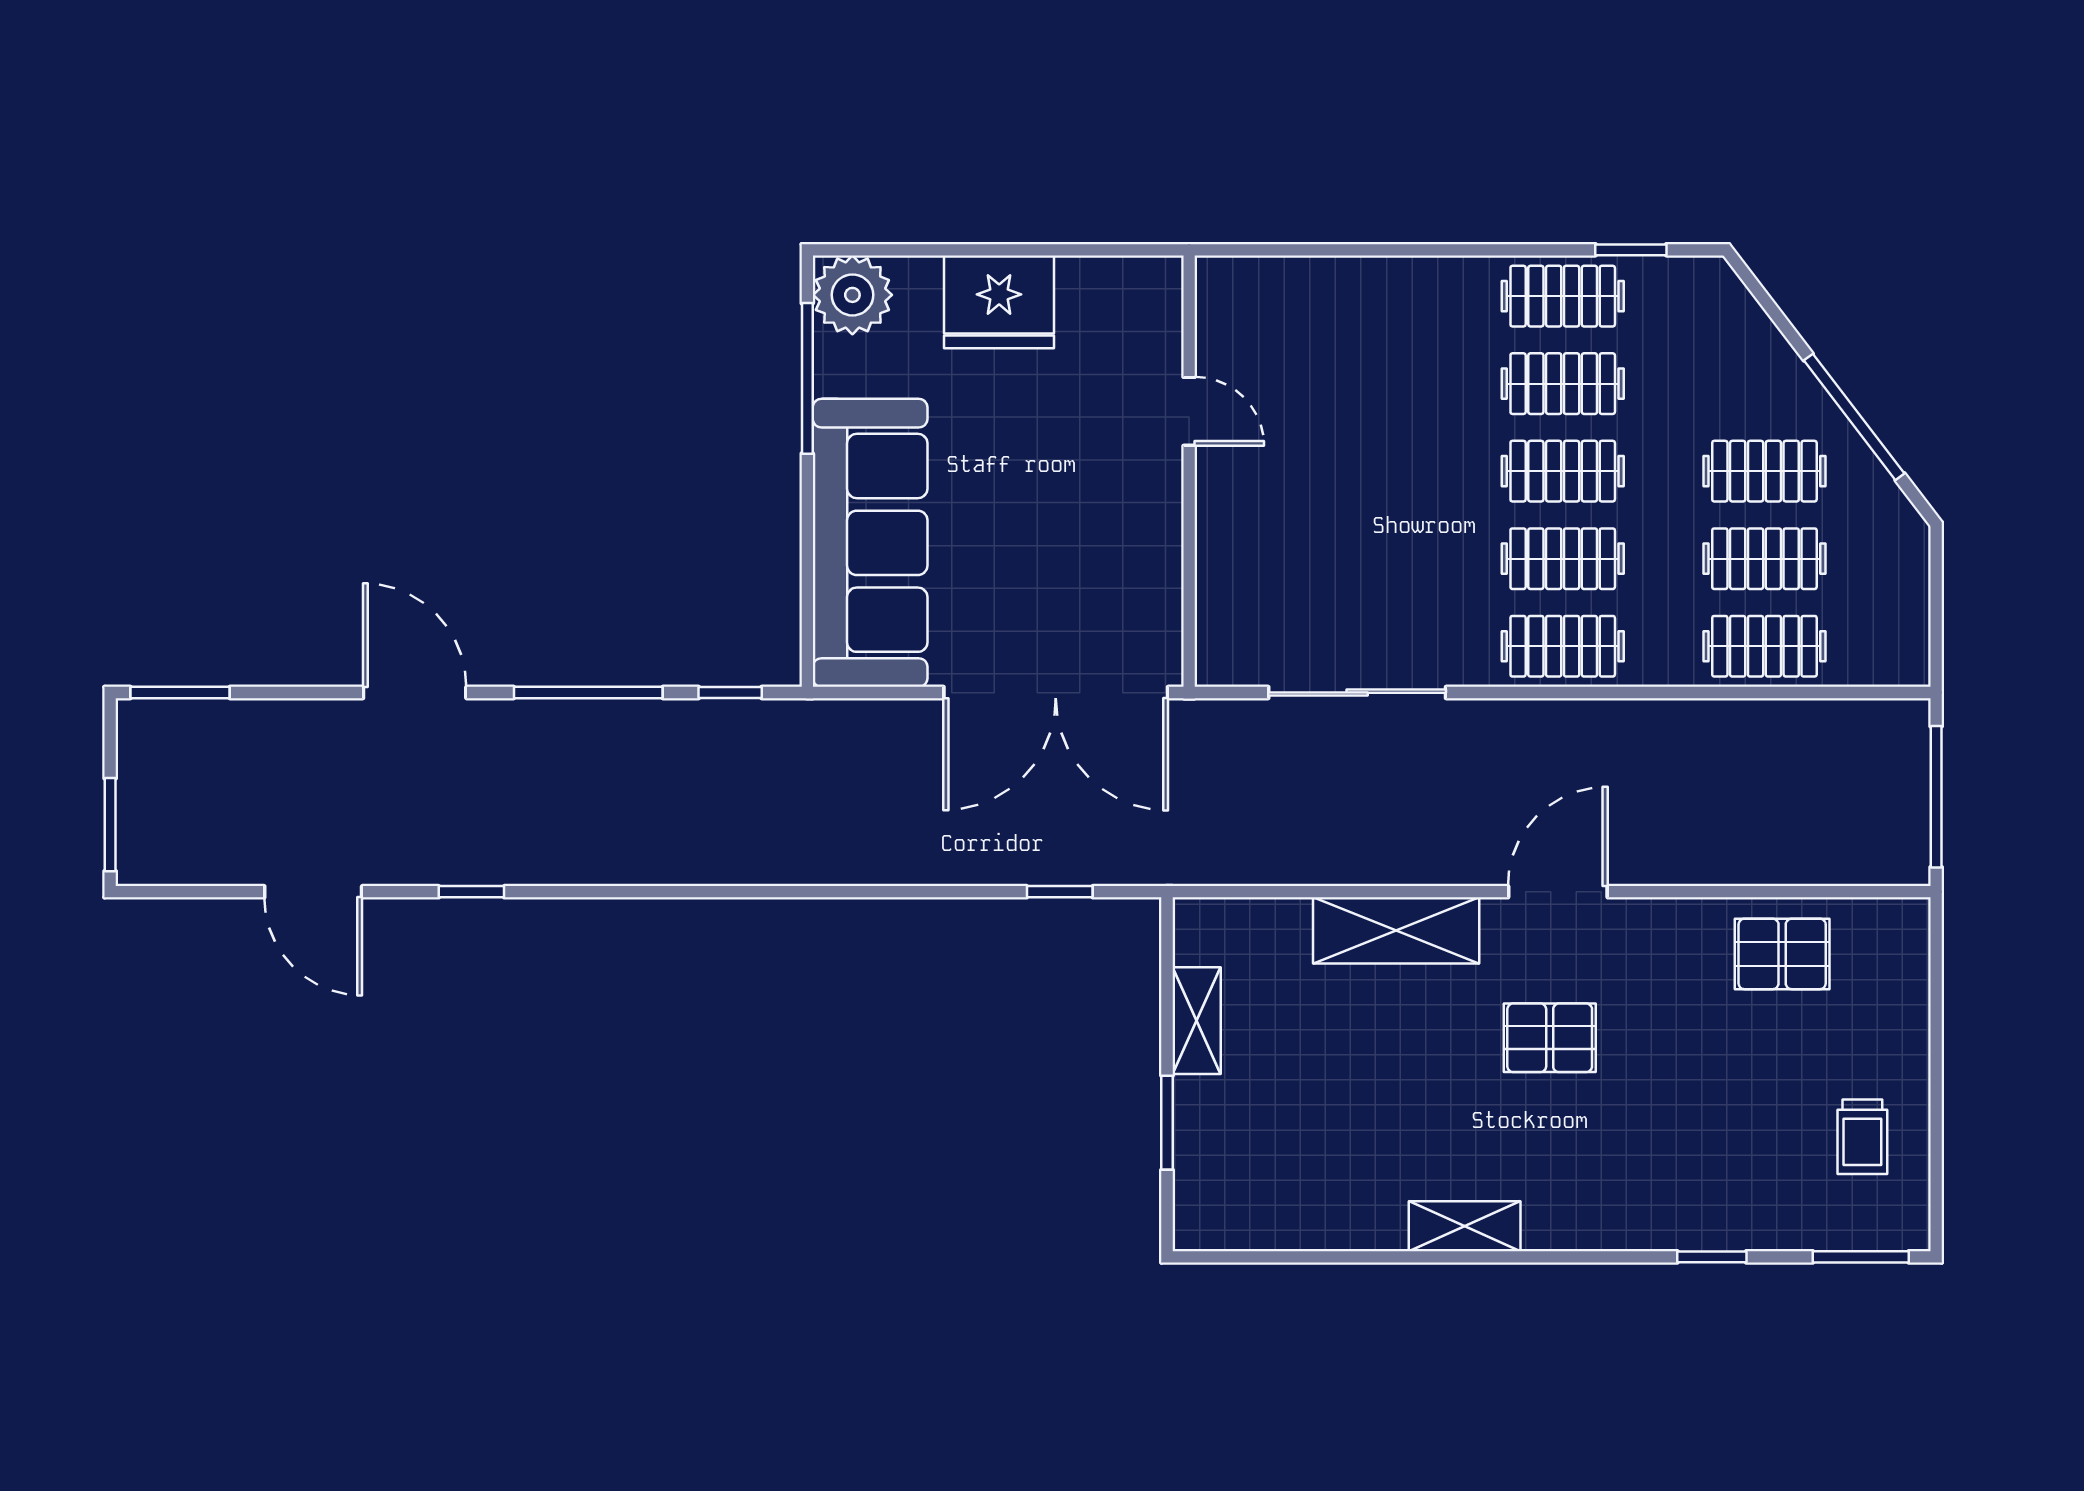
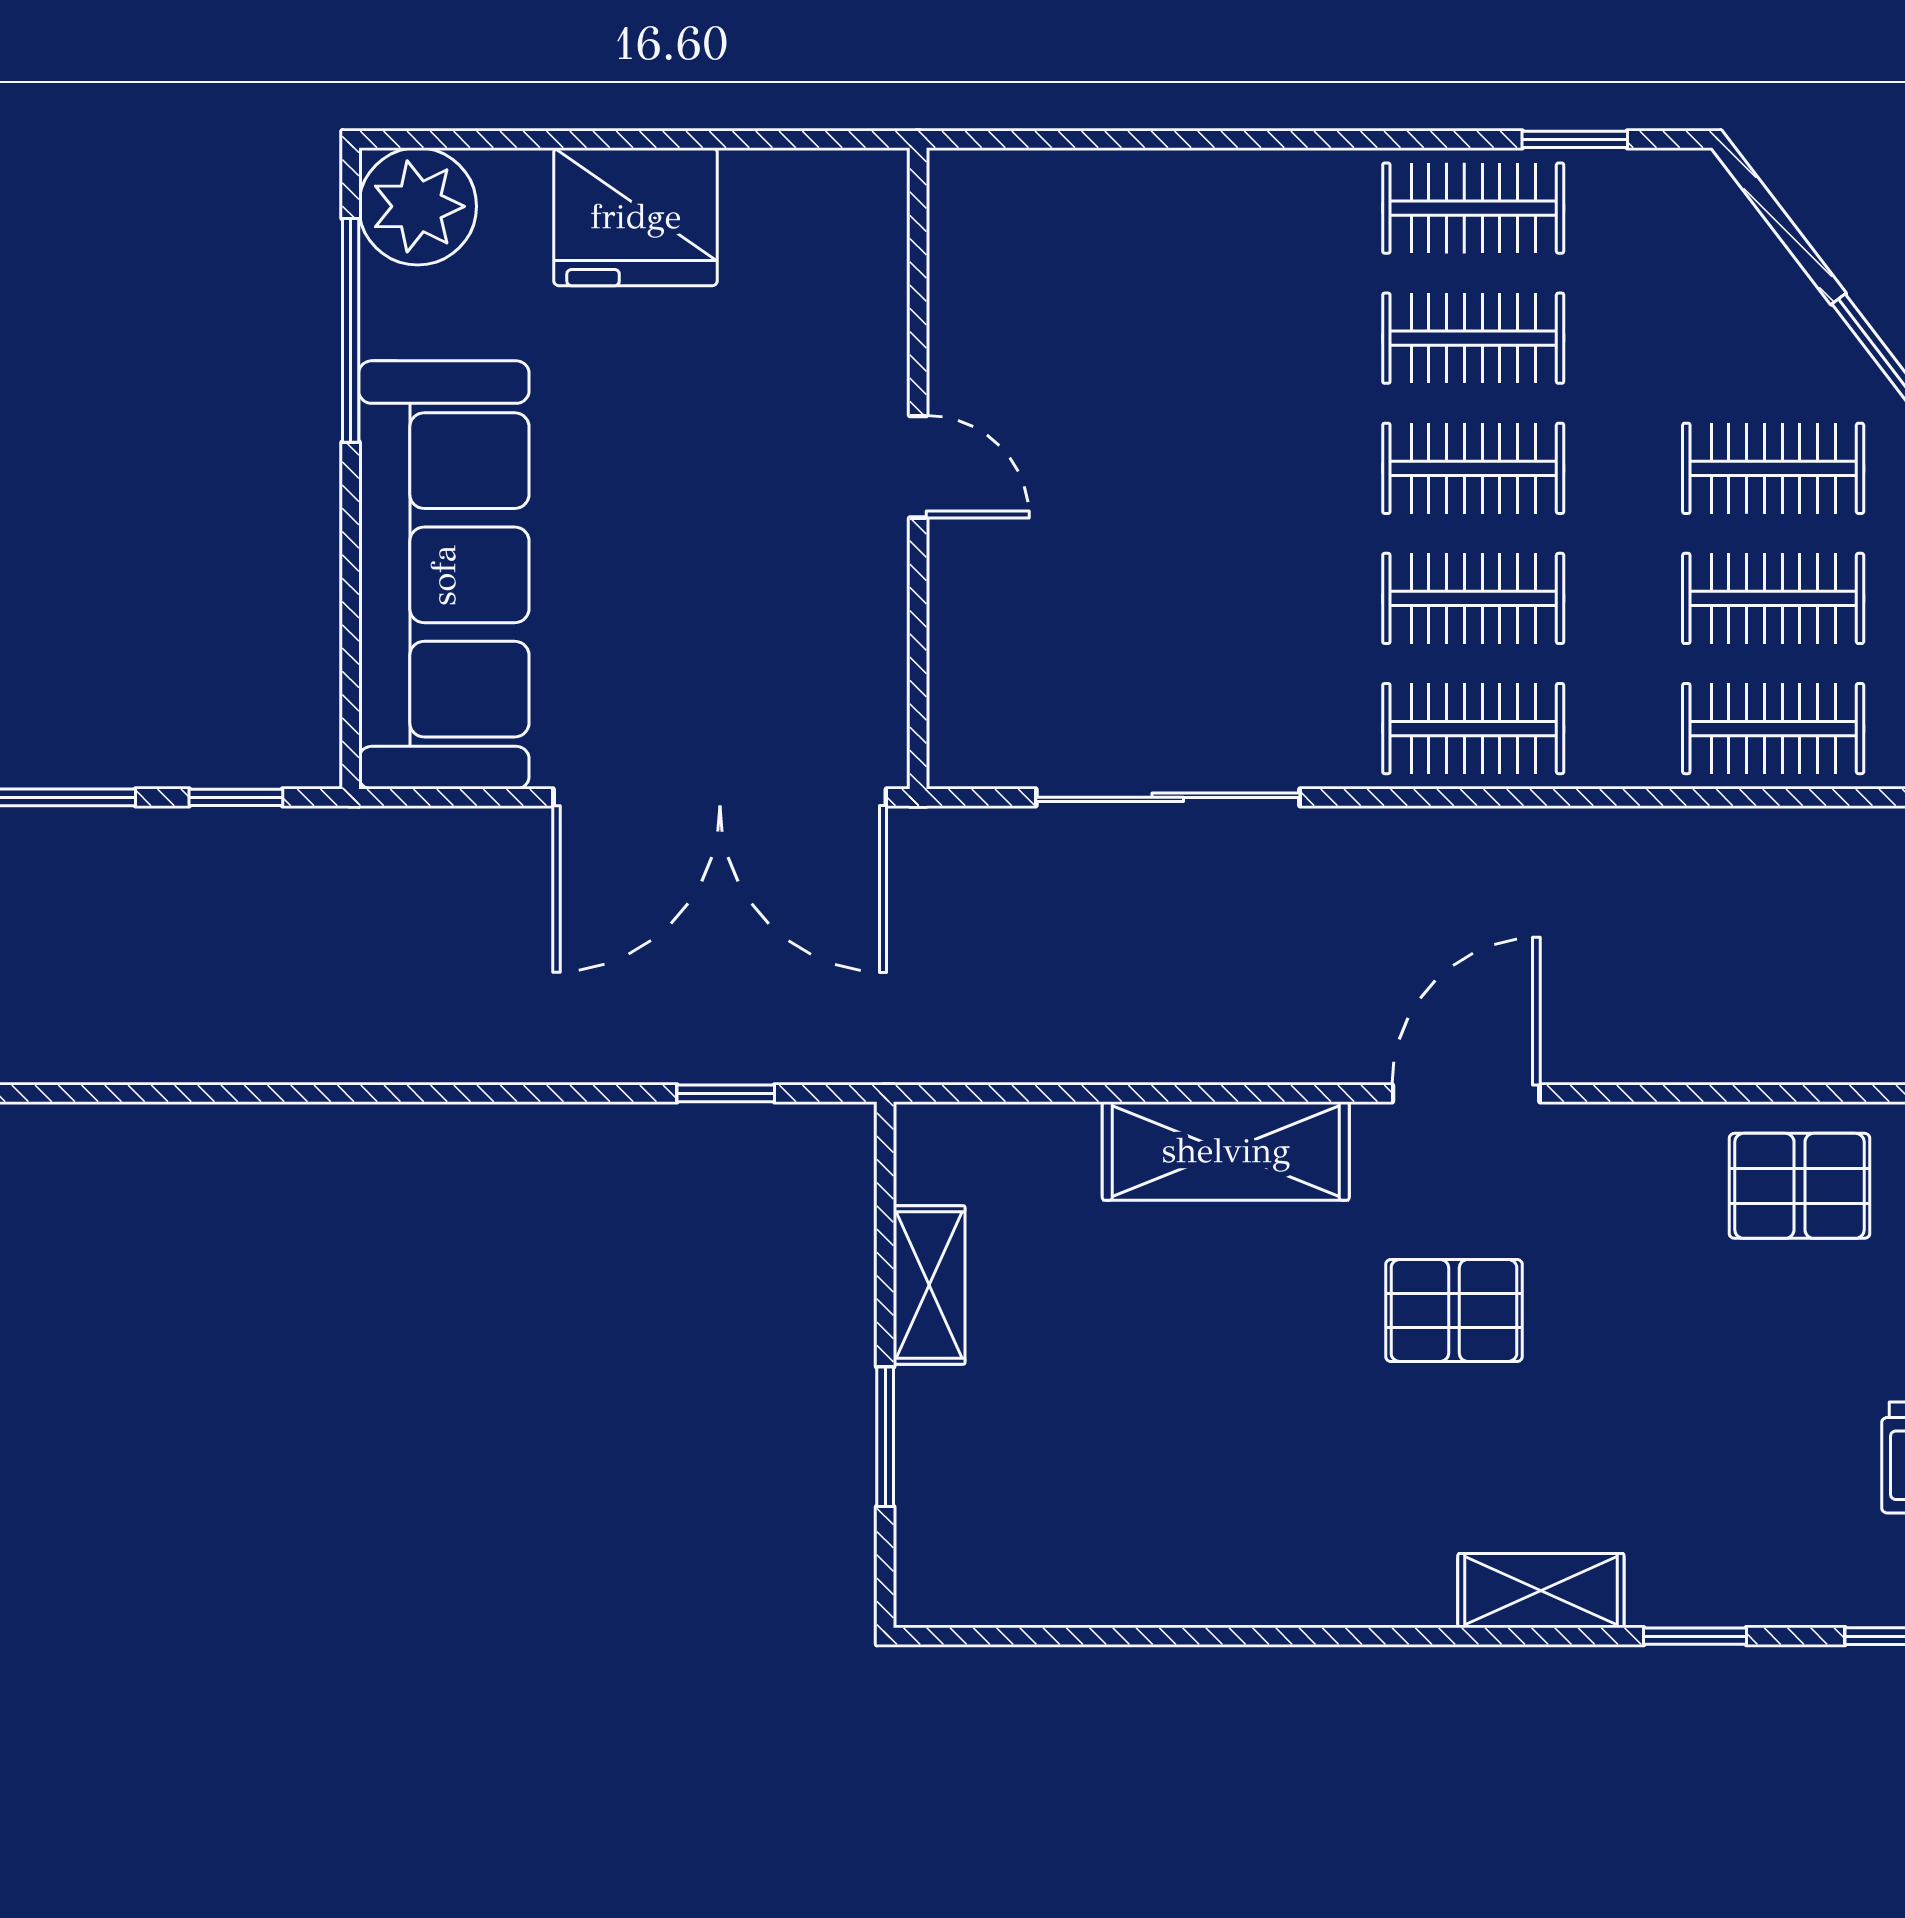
door: (1189, 411) -> (918, 467), moved
shelving: (1465, 1226) -> (1541, 1591), moved

